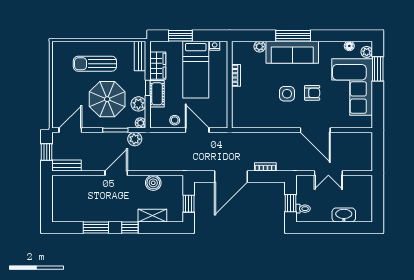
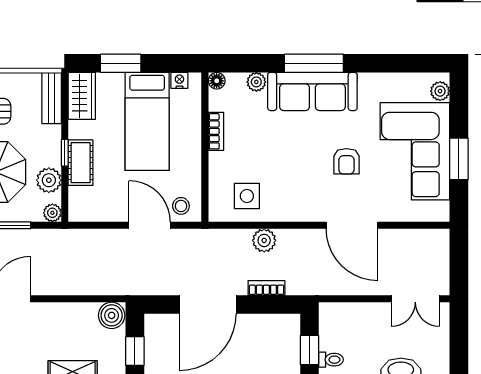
floor lamp: (349, 46) -> (217, 81), moved
wardrobe: (158, 66) -> (82, 96), moved
window: (378, 69) -> (459, 159), moved
armchair: (312, 93) -> (346, 161), turned 90
side table: (287, 94) -> (247, 196), moved
stool: (175, 120) -> (181, 206), moved
plant: (135, 139) -> (264, 240), moved
double door: (328, 173) -> (415, 299), moved
boiler: (153, 183) -> (112, 315), moved

